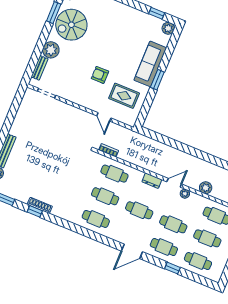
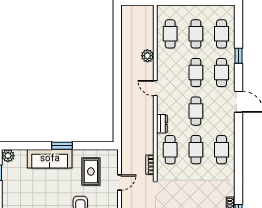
dresser: (152, 181) -> (162, 124), moved
plant: (185, 194) -> (162, 73), removed

